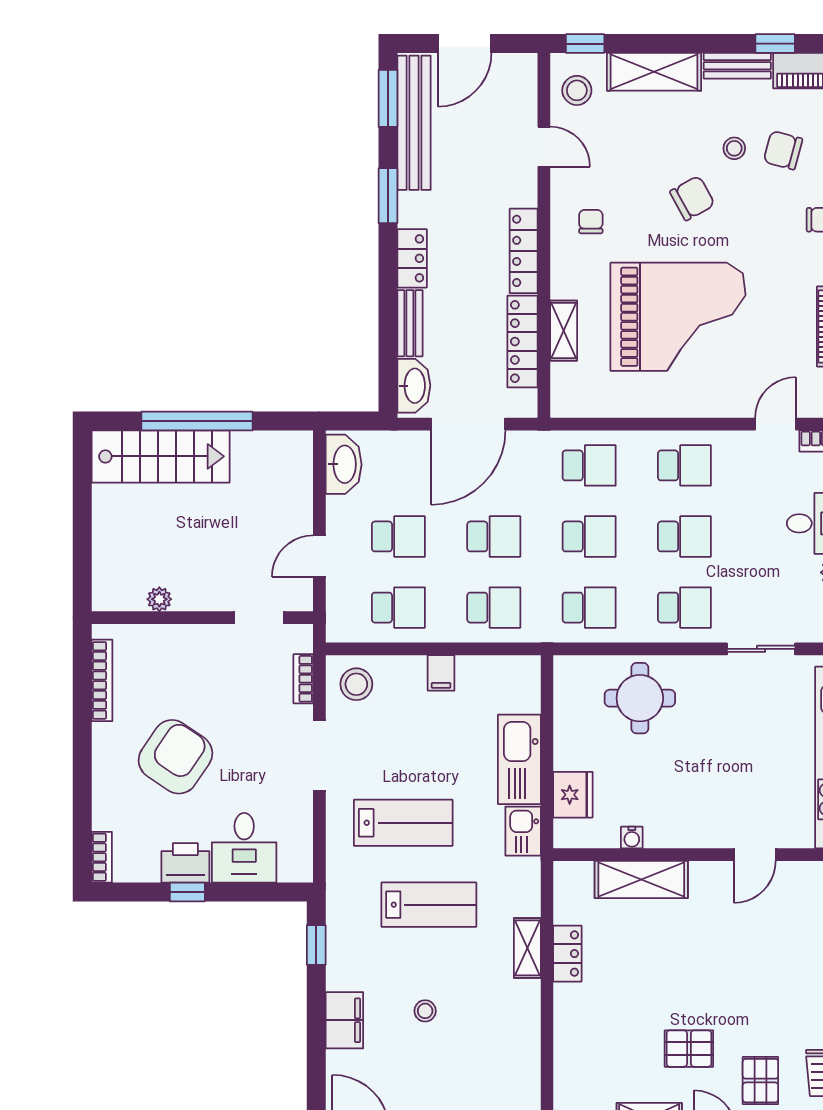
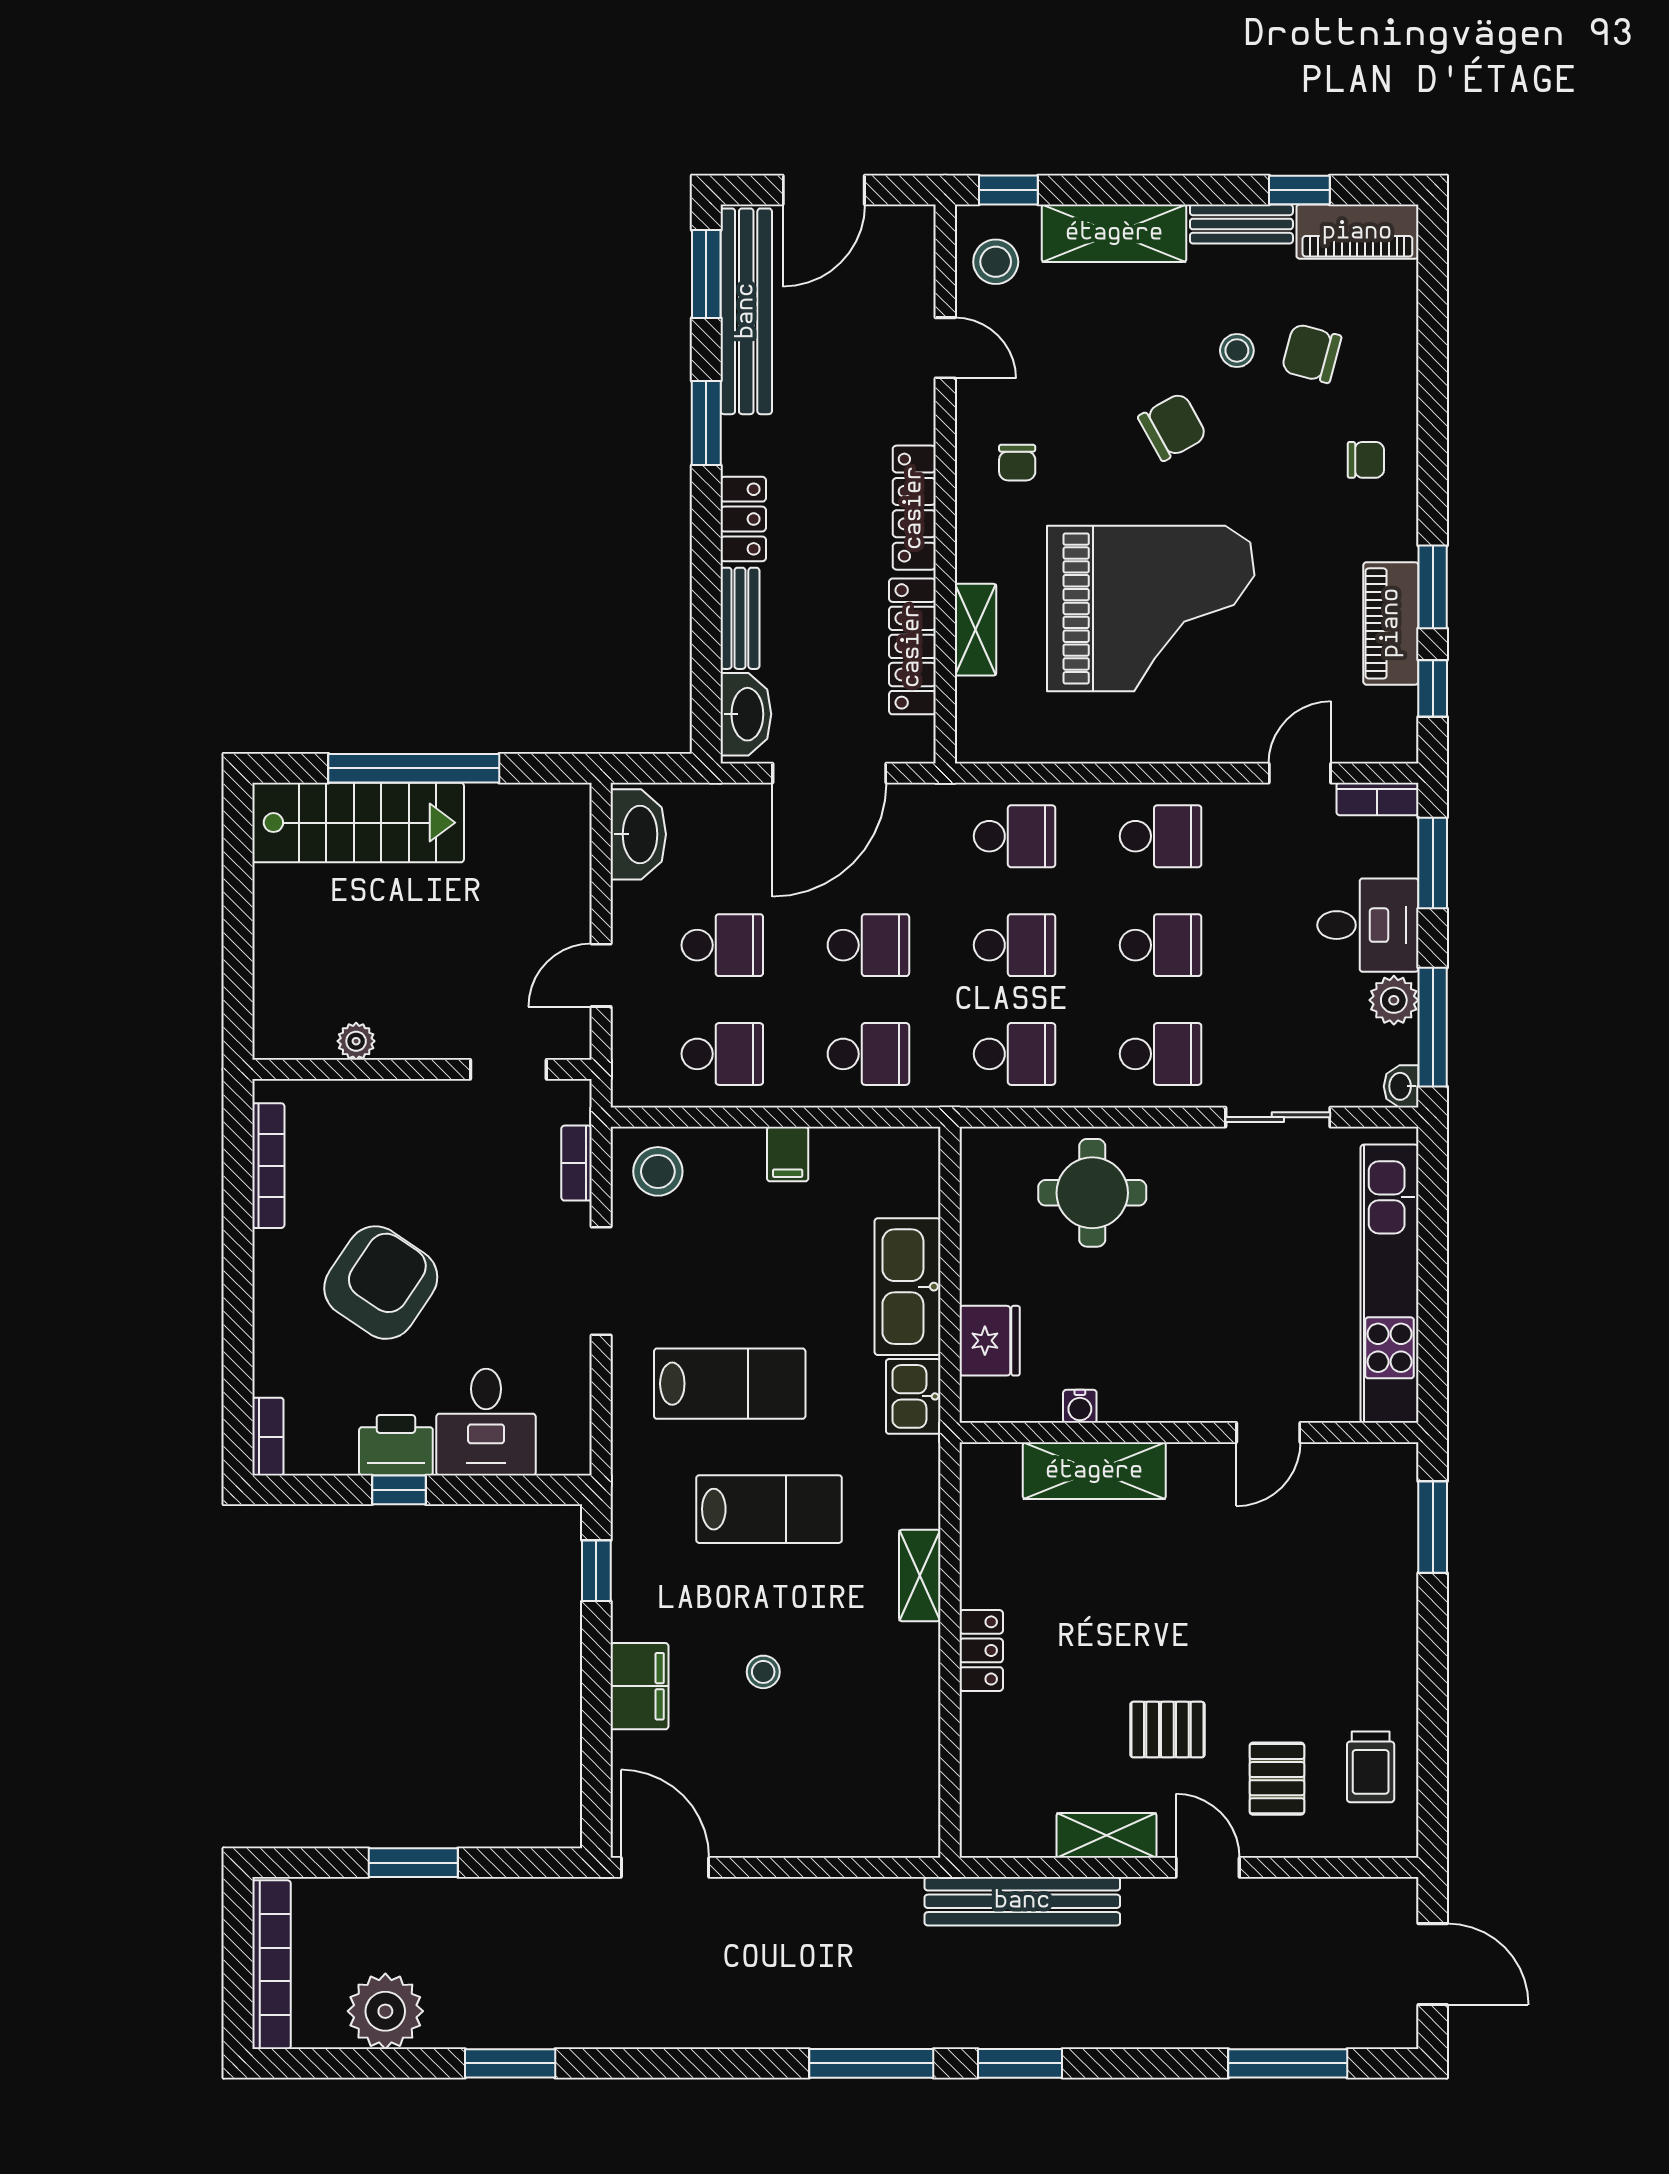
chair: (591, 222) -> (1017, 463), turned 180
locker: (567, 954) -> (981, 1650), moved

